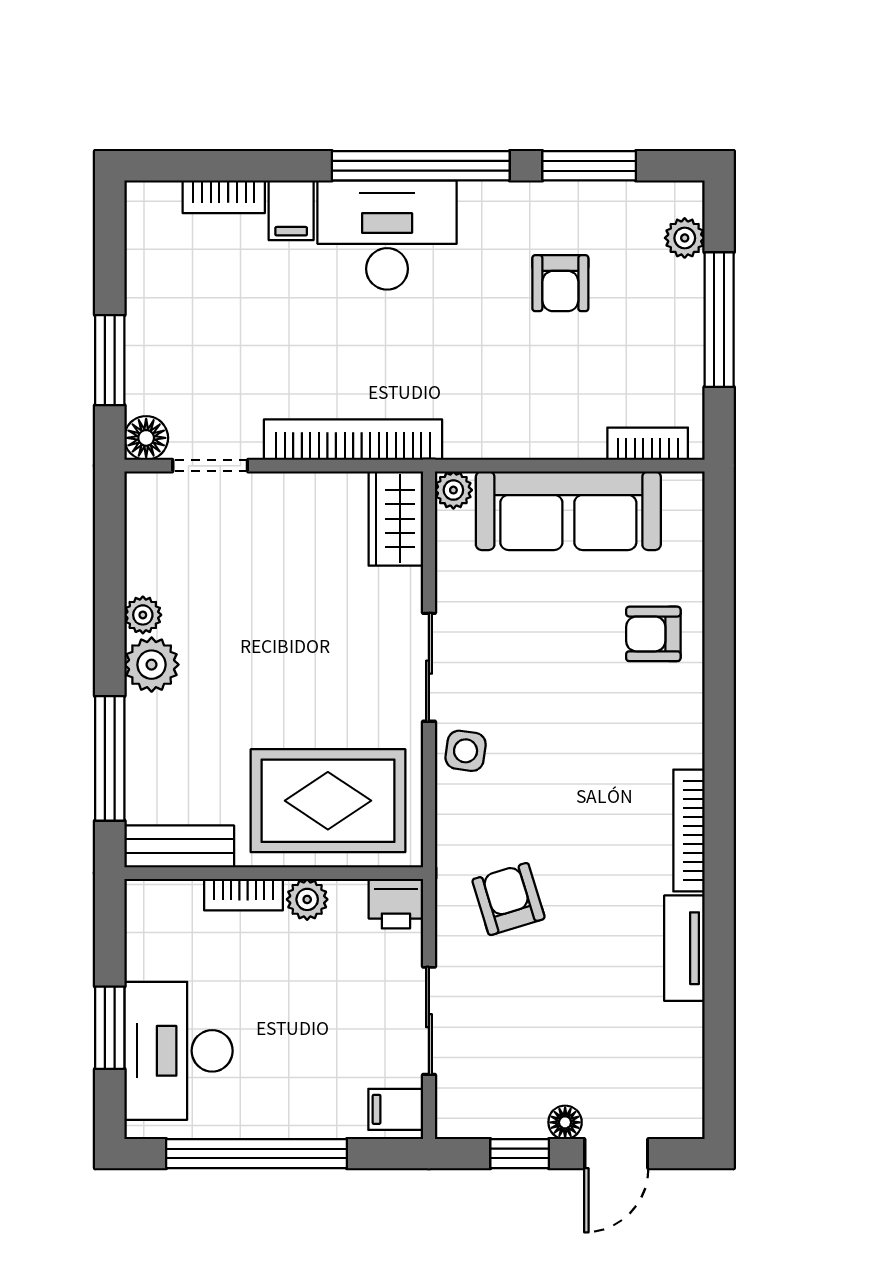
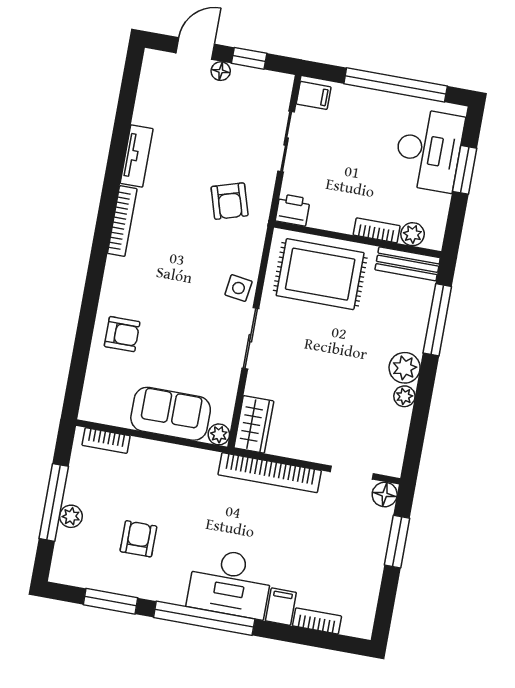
plant: (685, 238) -> (71, 516), moved
sofa: (568, 511) -> (171, 414), width x0.73
plant: (307, 899) -> (413, 234), moved

